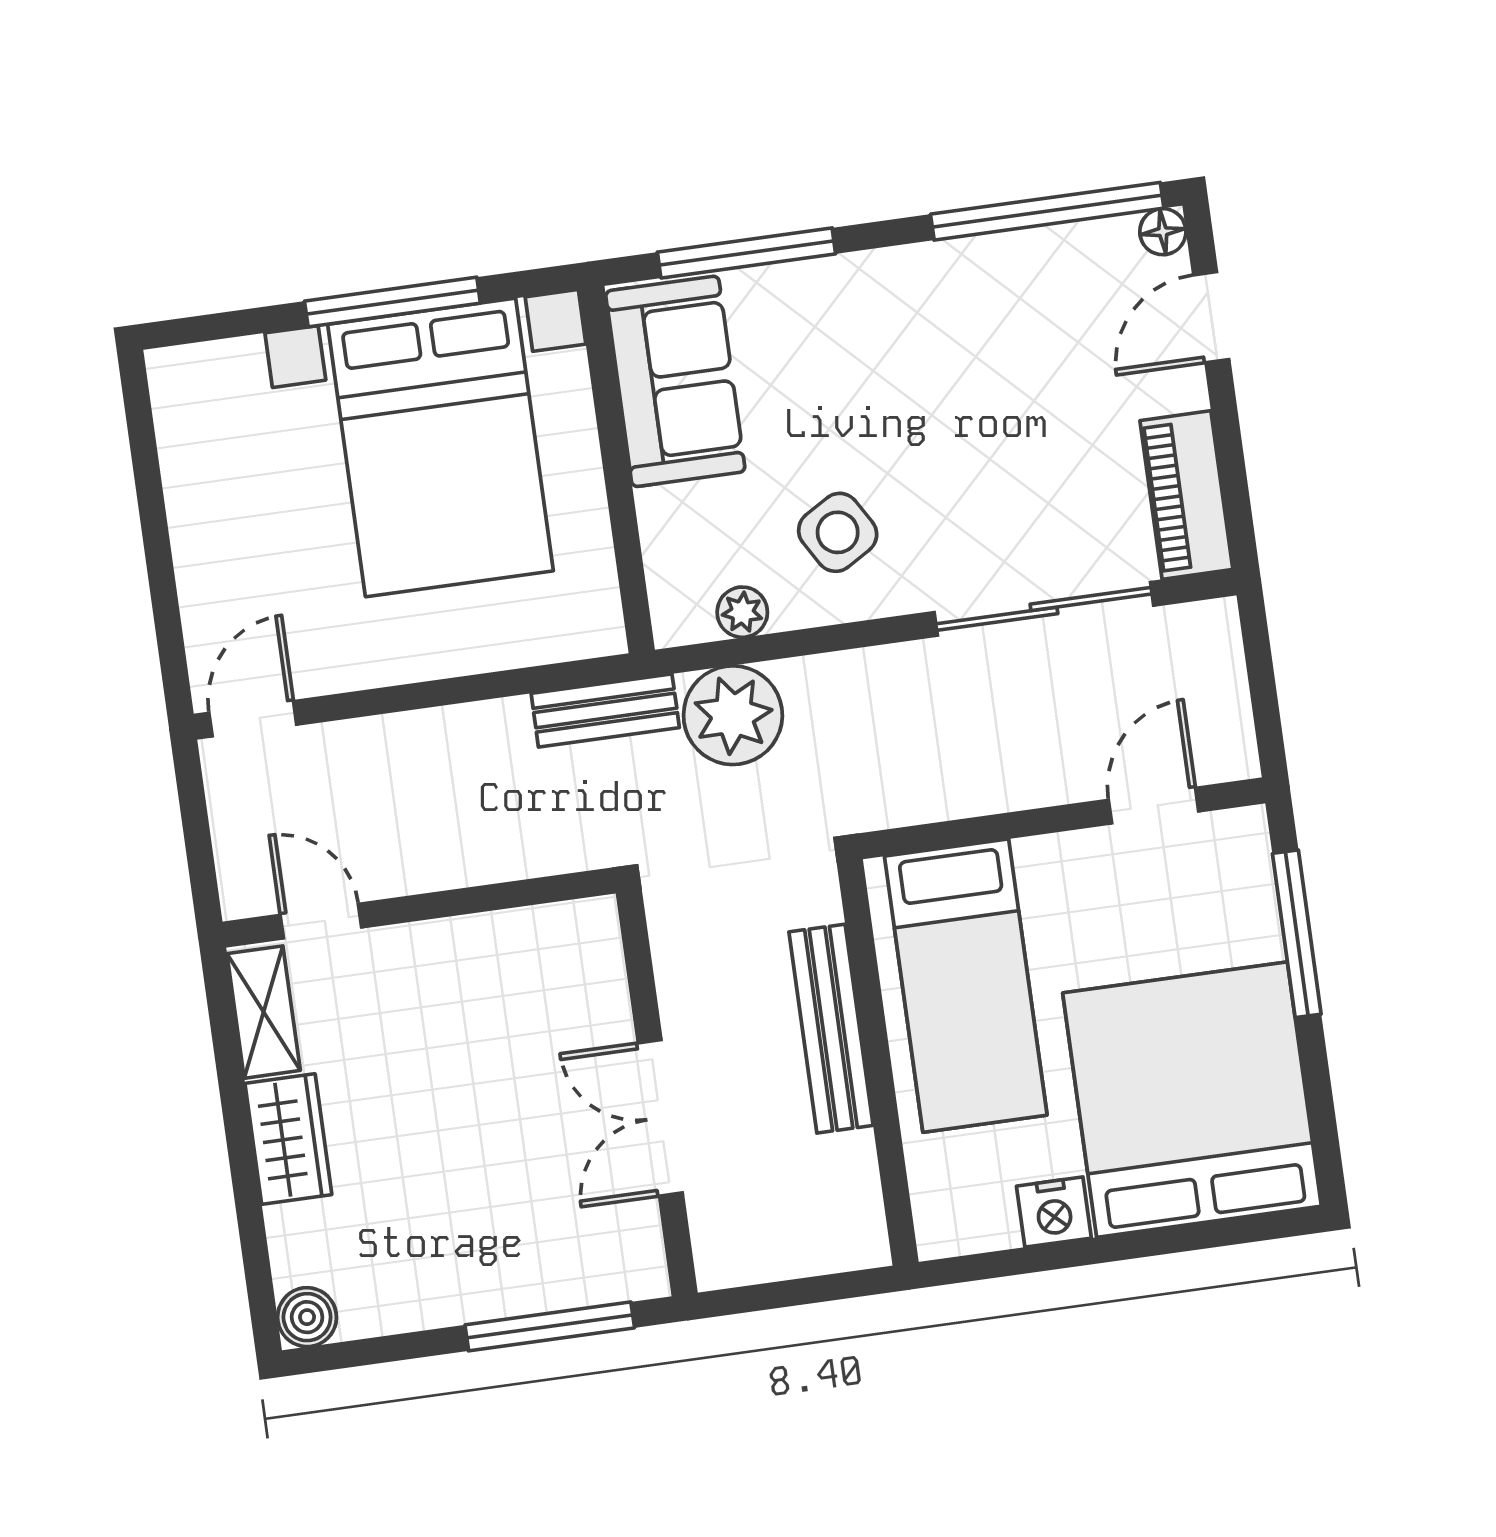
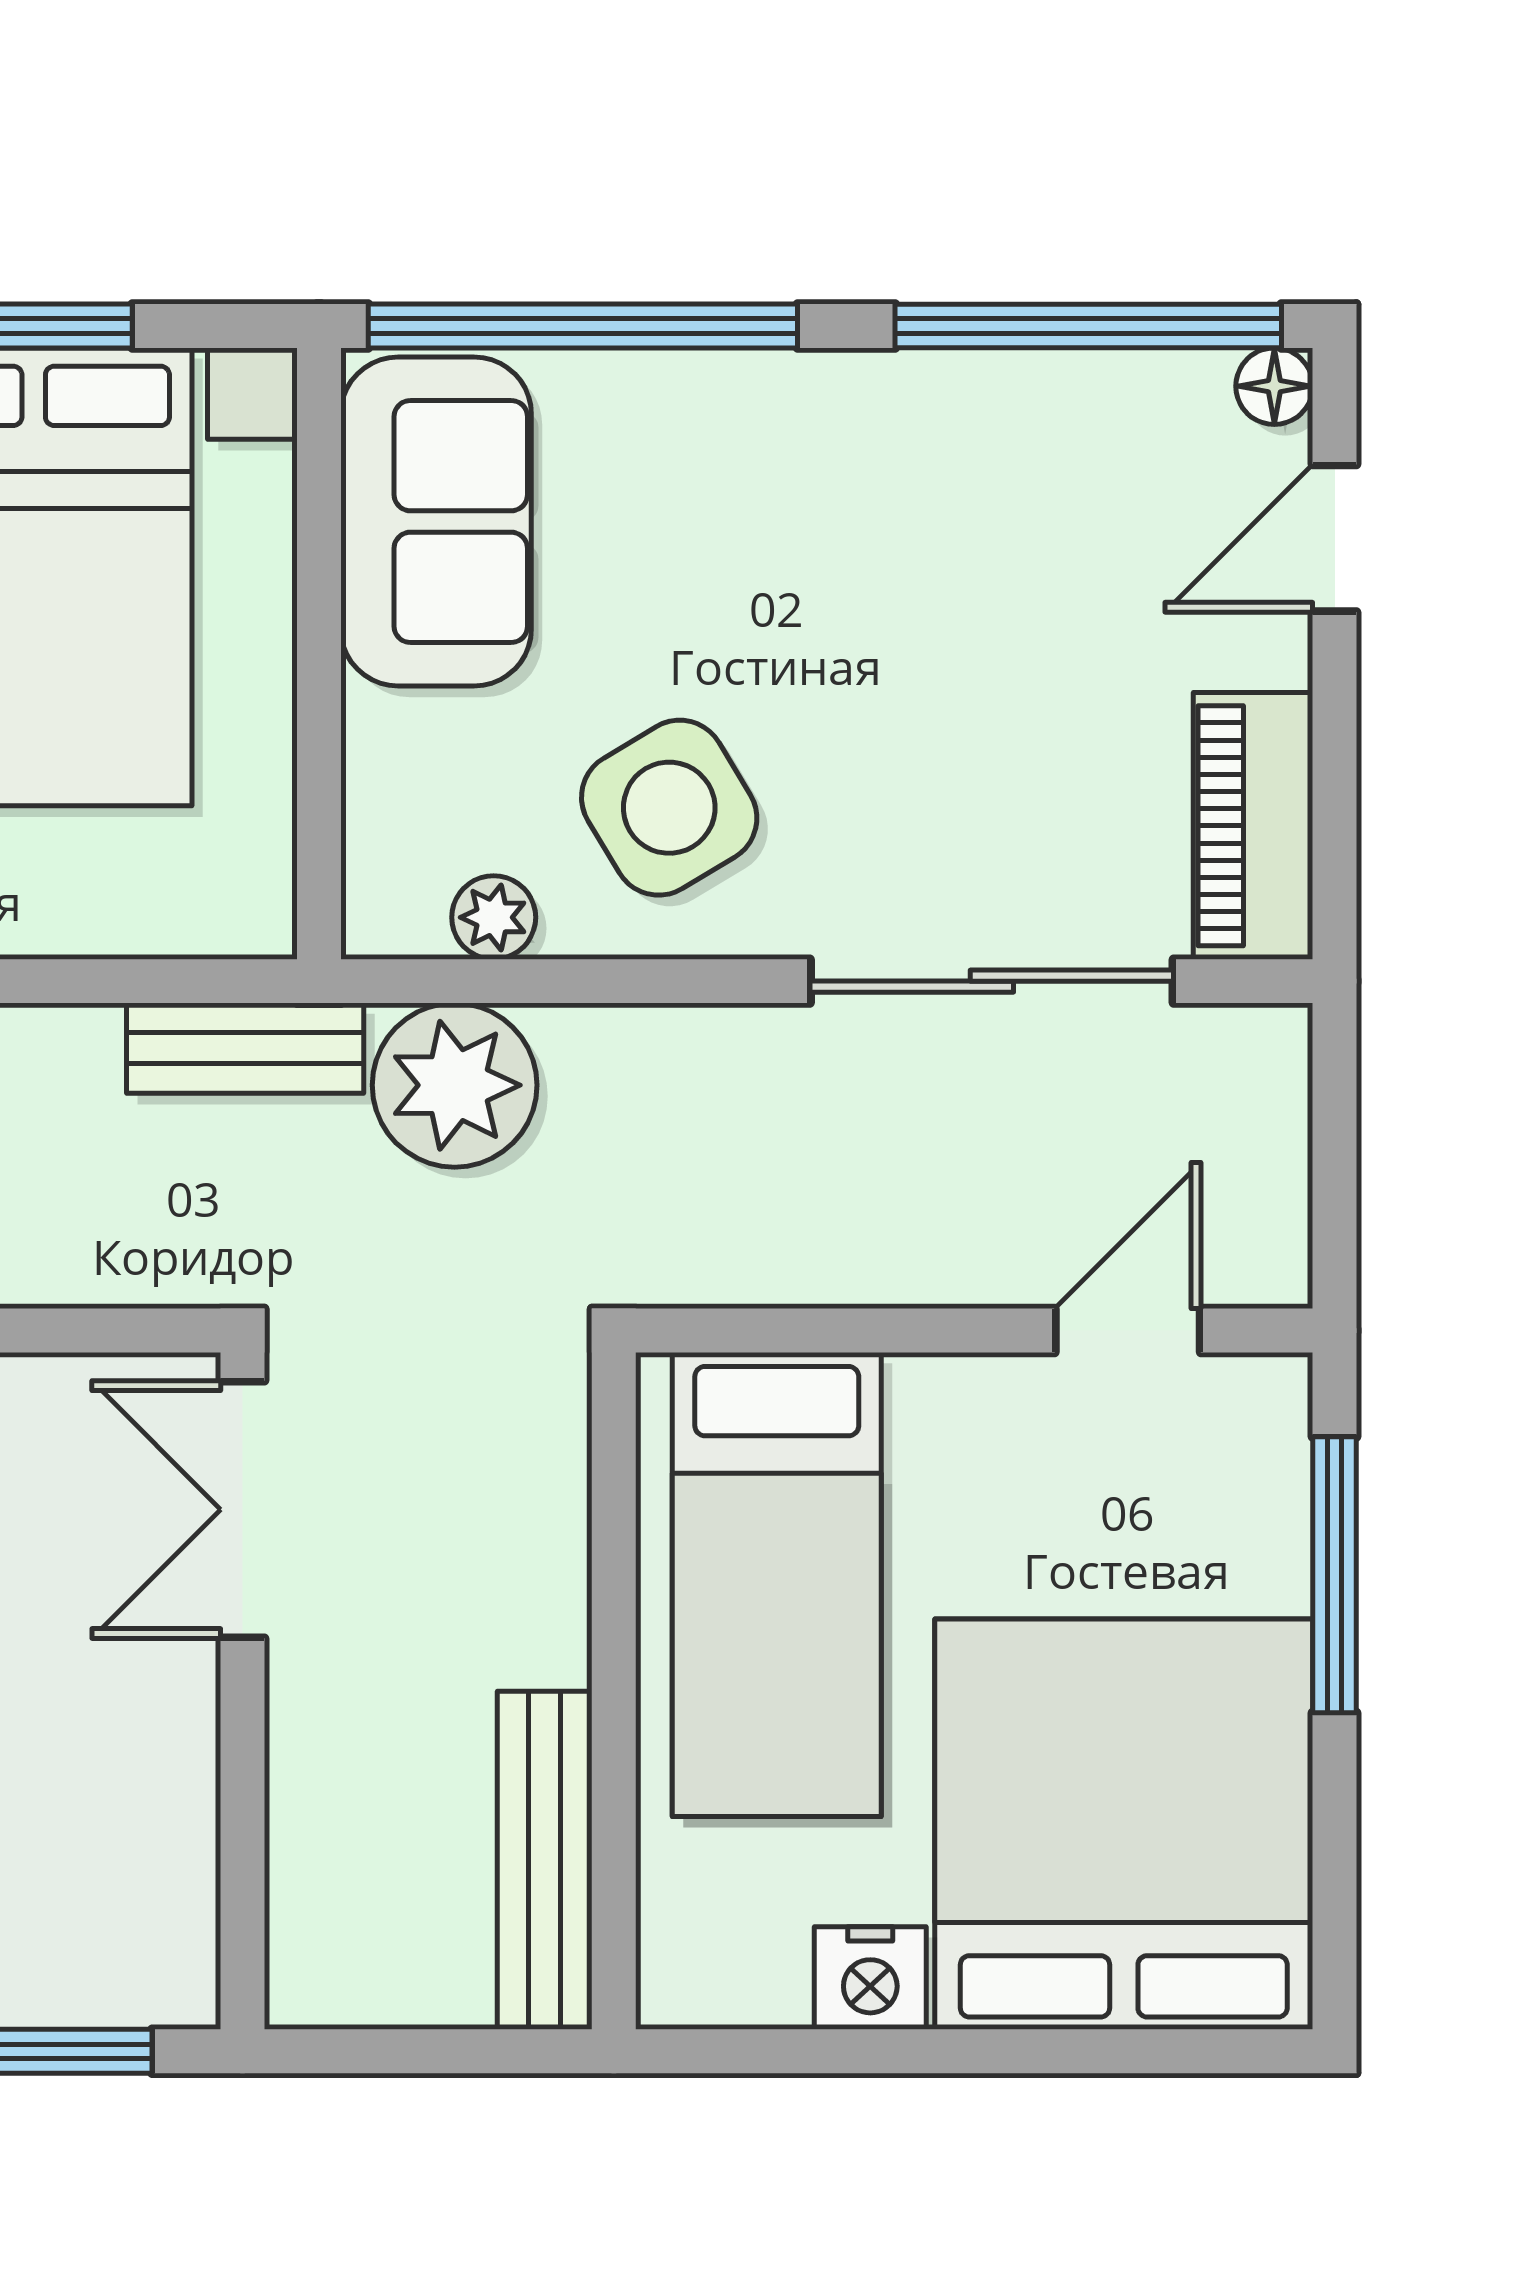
window: (747, 253) -> (583, 326), width x1.46
side table: (838, 532) -> (669, 808), width x1.37, depth x1.37
bench: (831, 1029) -> (545, 1860), moved
double door: (660, 1118) -> (243, 1510), moved

